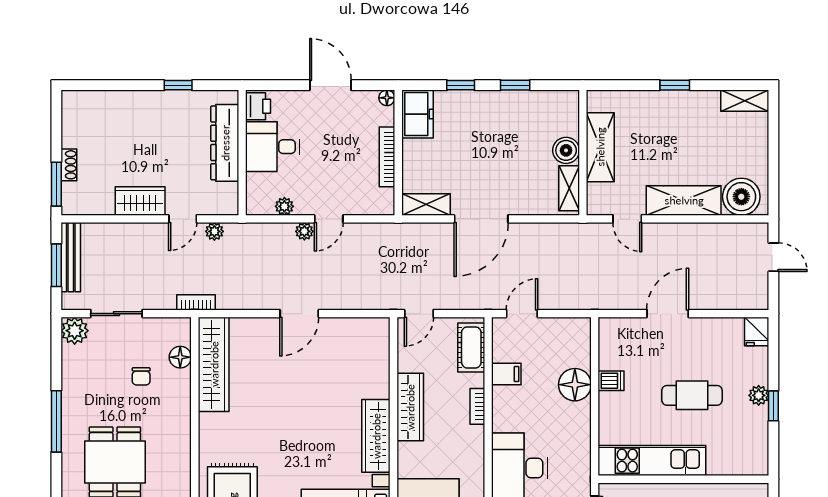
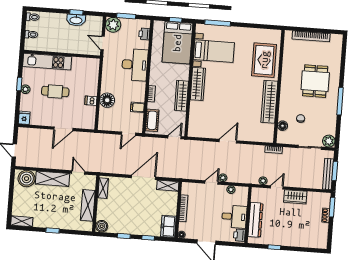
boiler: (566, 150) -> (102, 226), moved
wardrobe: (214, 364) -> (269, 102), moved
kitchen unit: (652, 461) -> (47, 62), moved

